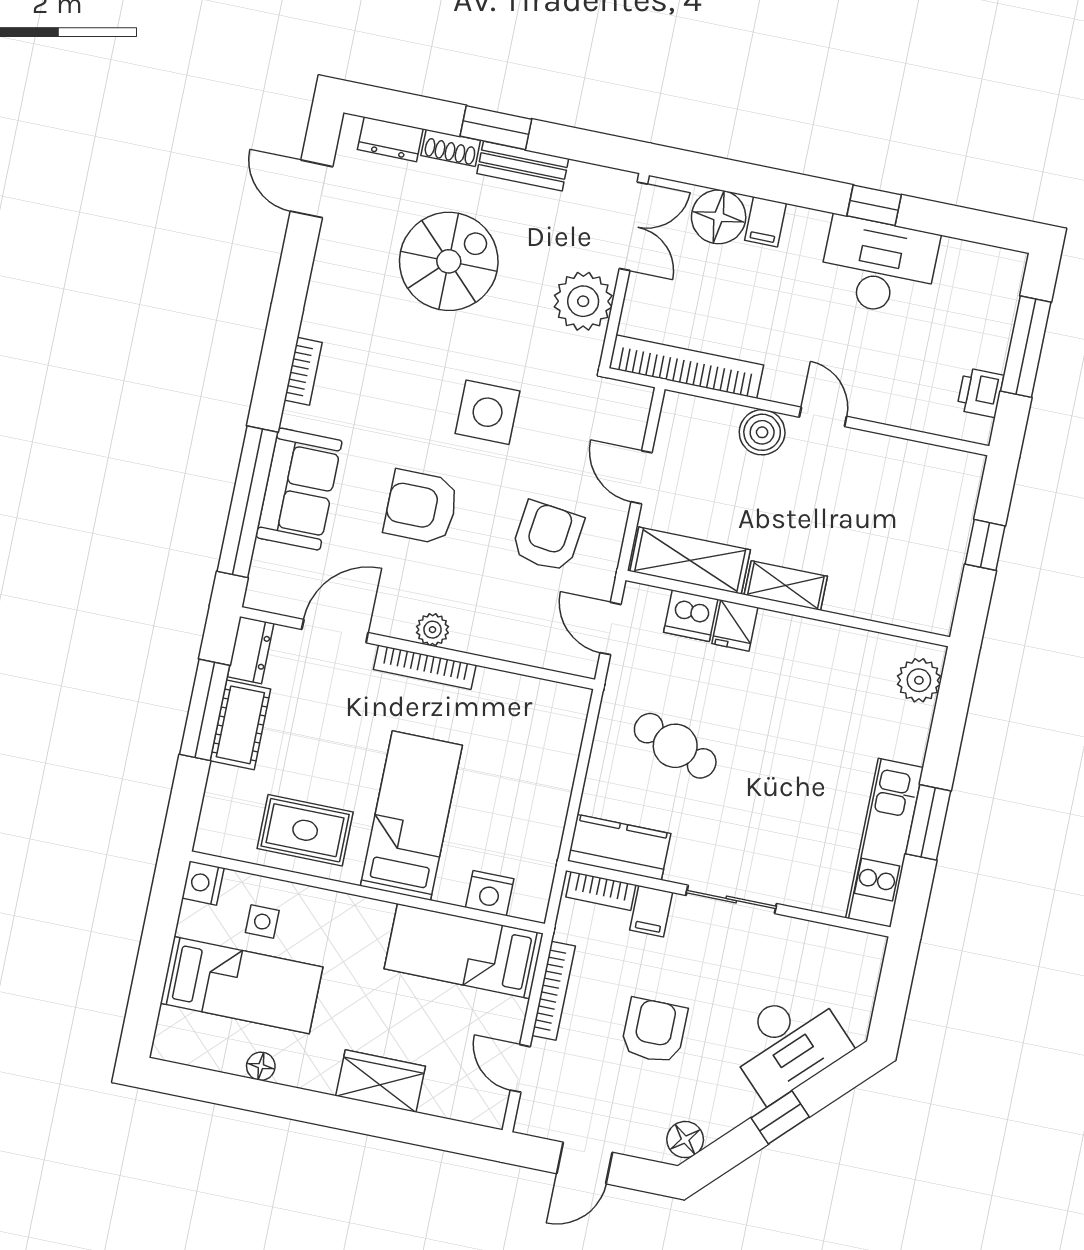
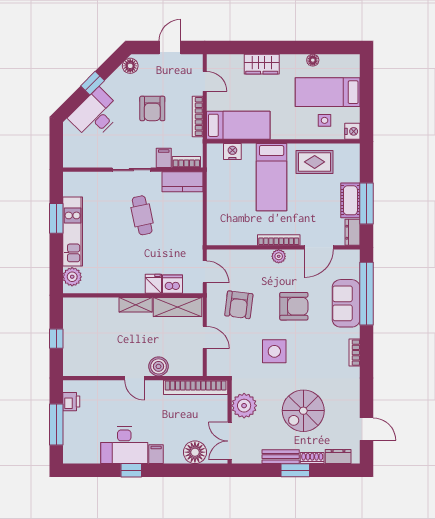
filing cabinet: (765, 222) -> (156, 454), moved
cafe table: (675, 746) -> (142, 215), moved, turned 56
kitchen unit: (885, 843) -> (73, 231), moved

